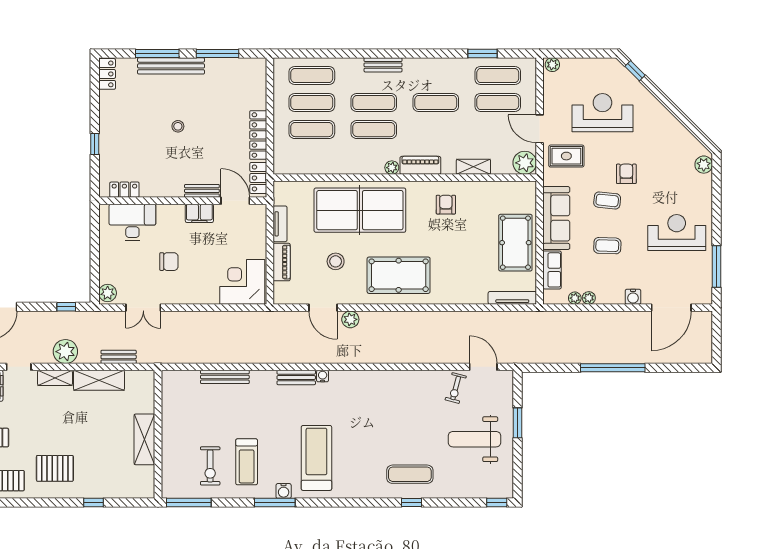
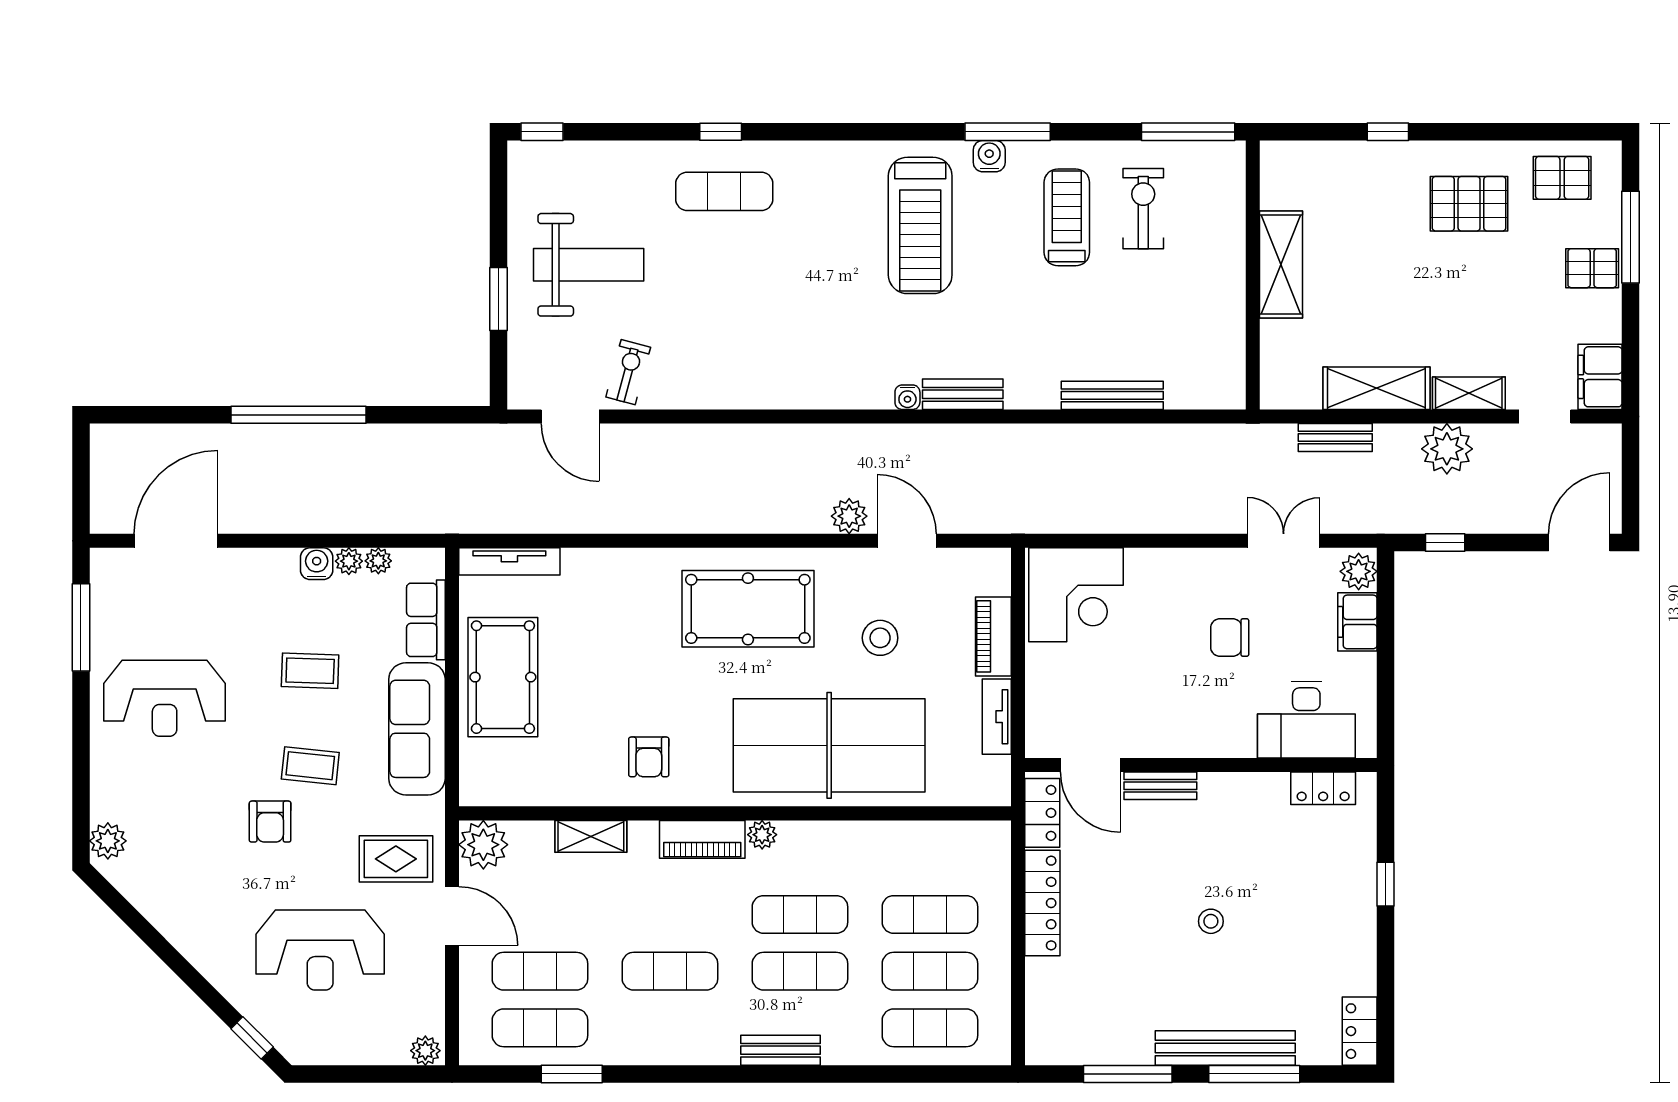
filing cabinet: (199, 213) -> (1357, 622), moved, turned -90
water cooler: (633, 297) -> (317, 564), moved

